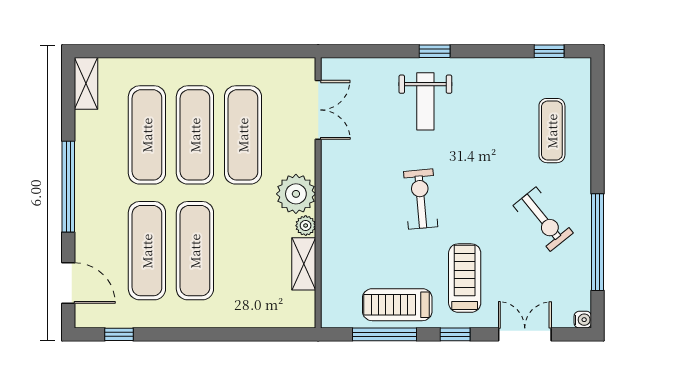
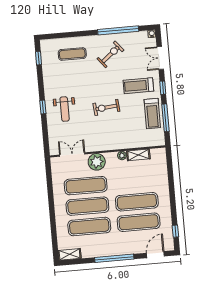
weight bench: (425, 101) -> (65, 109), turned 90
plant: (296, 194) -> (97, 162), moved

